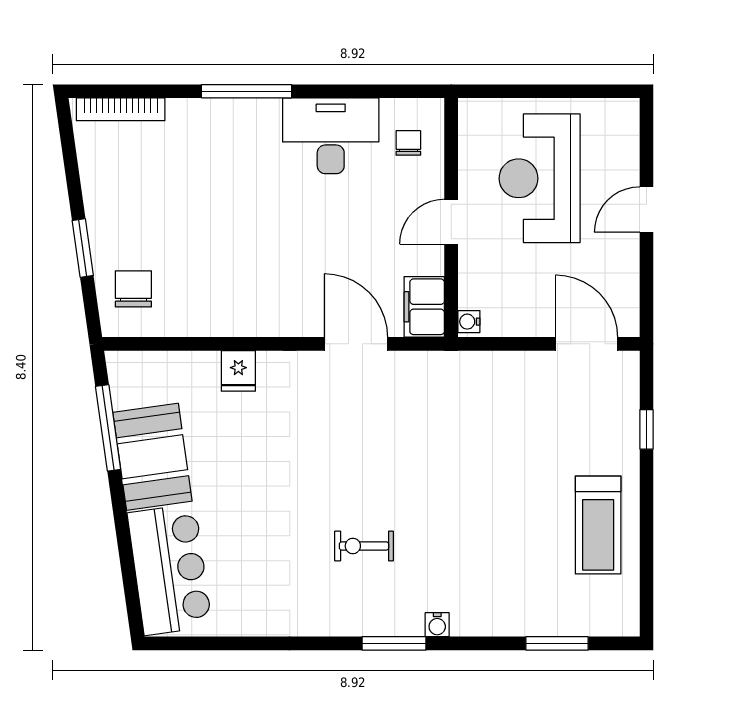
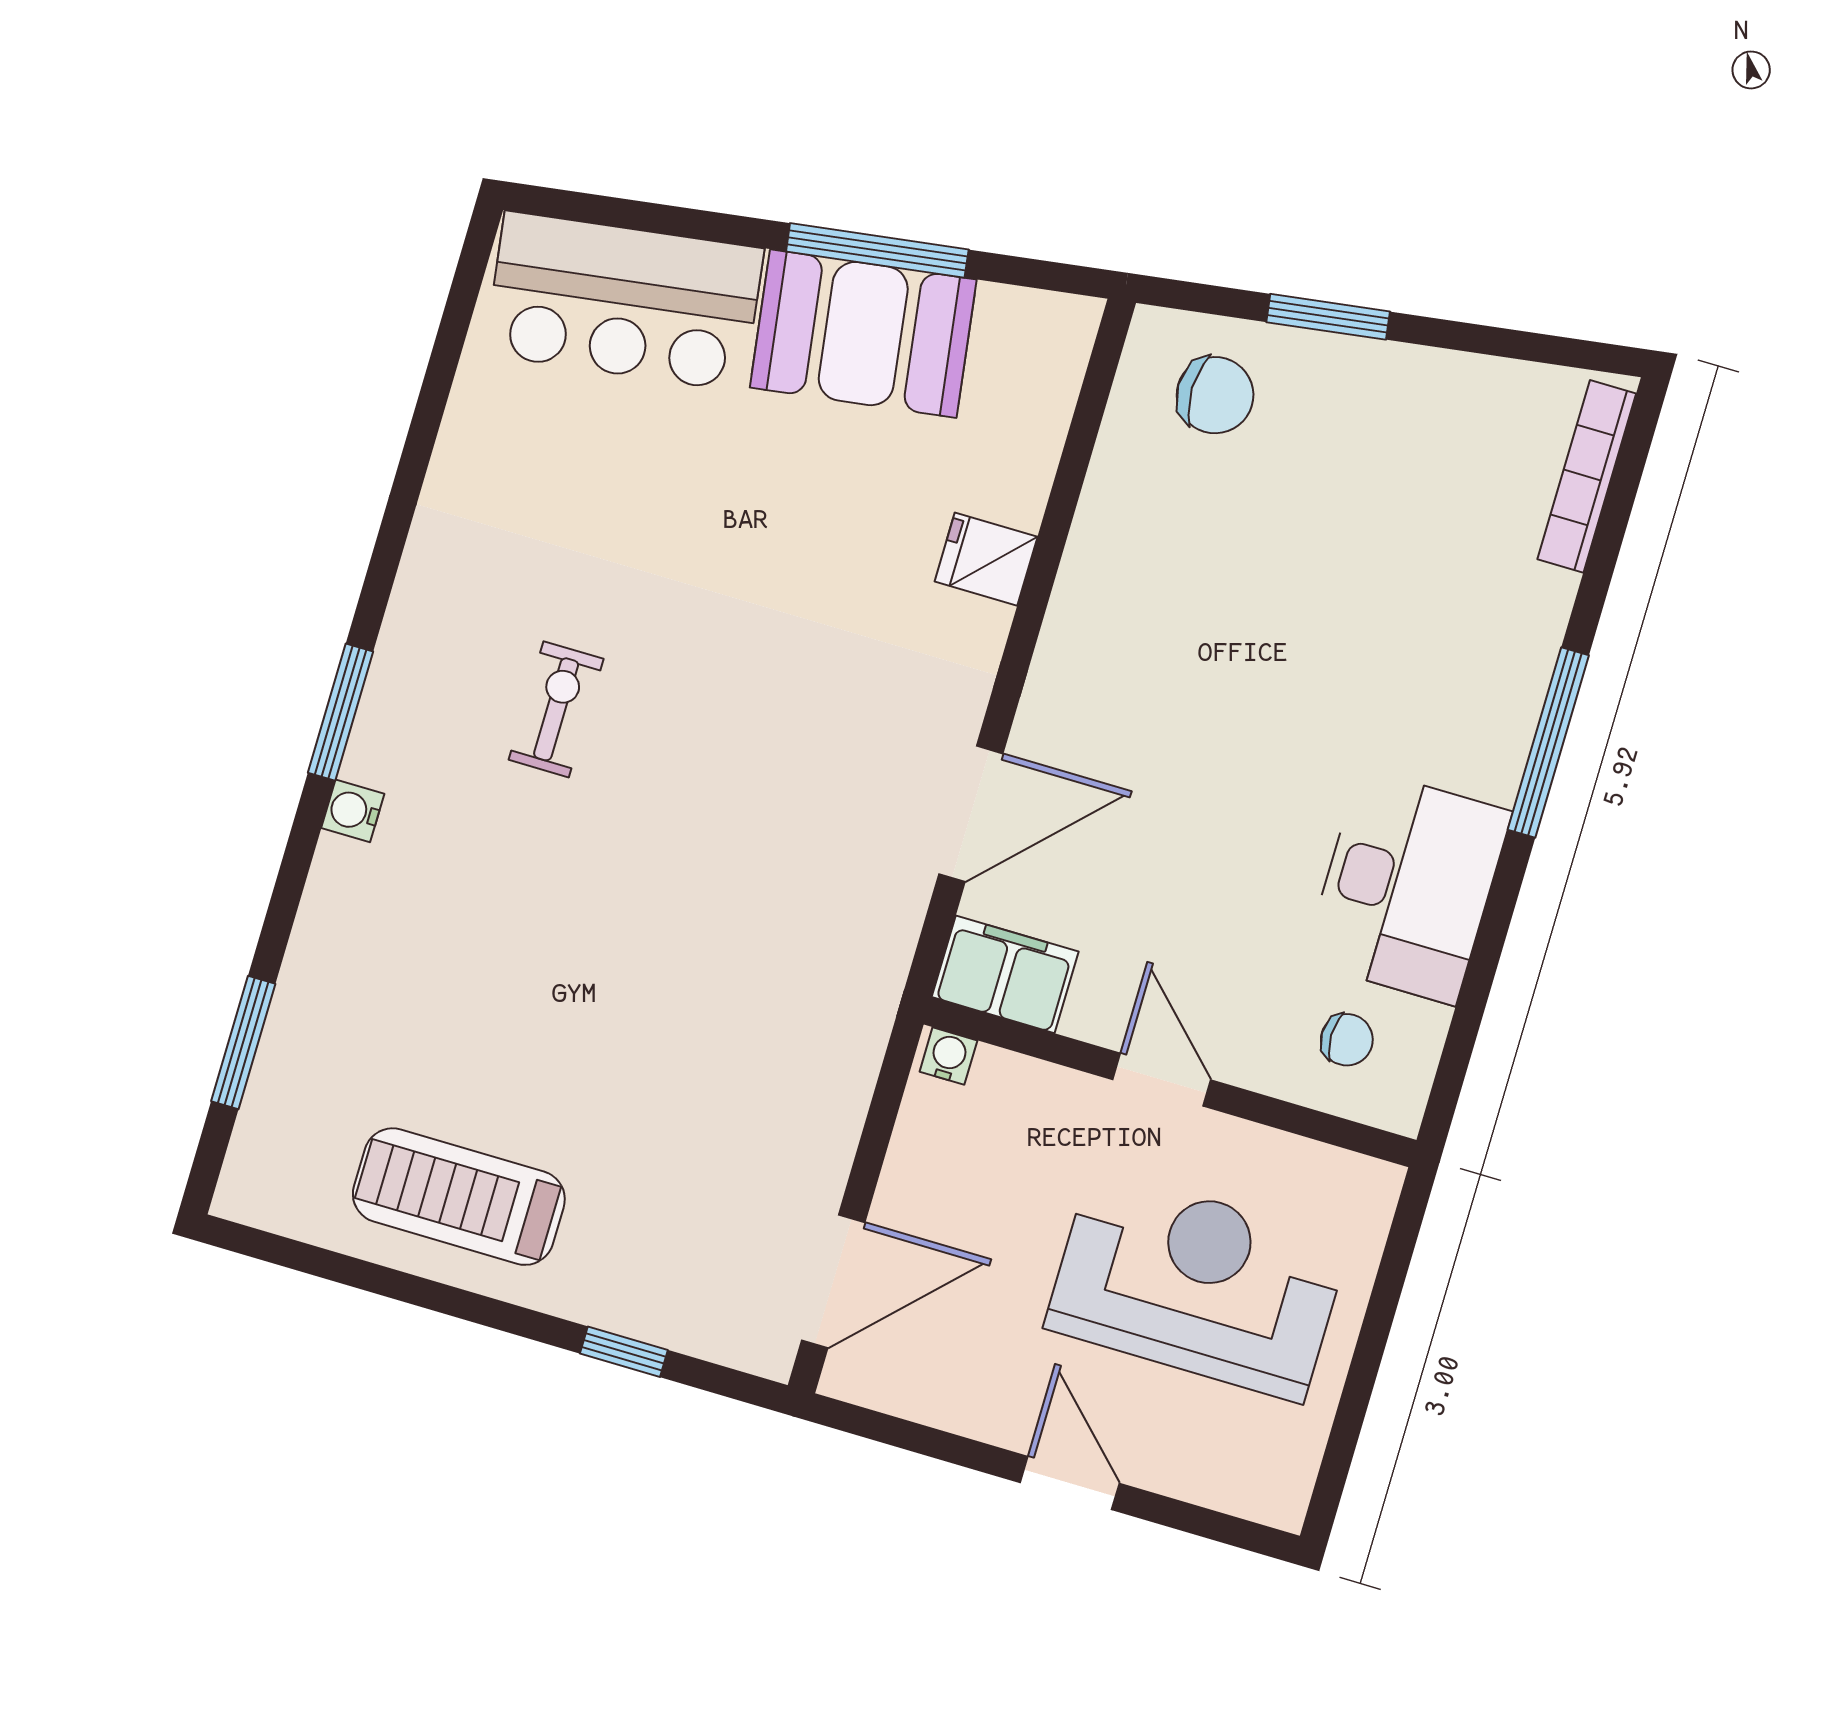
window: (108, 428) -> (877, 250), moved

